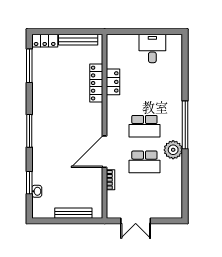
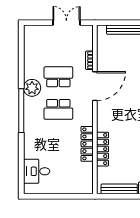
desk: (152, 48) -> (37, 171), moved, turned 90
locker: (113, 82) -> (87, 144), width x1.53
school desk: (144, 126) -> (58, 109), turned 180

